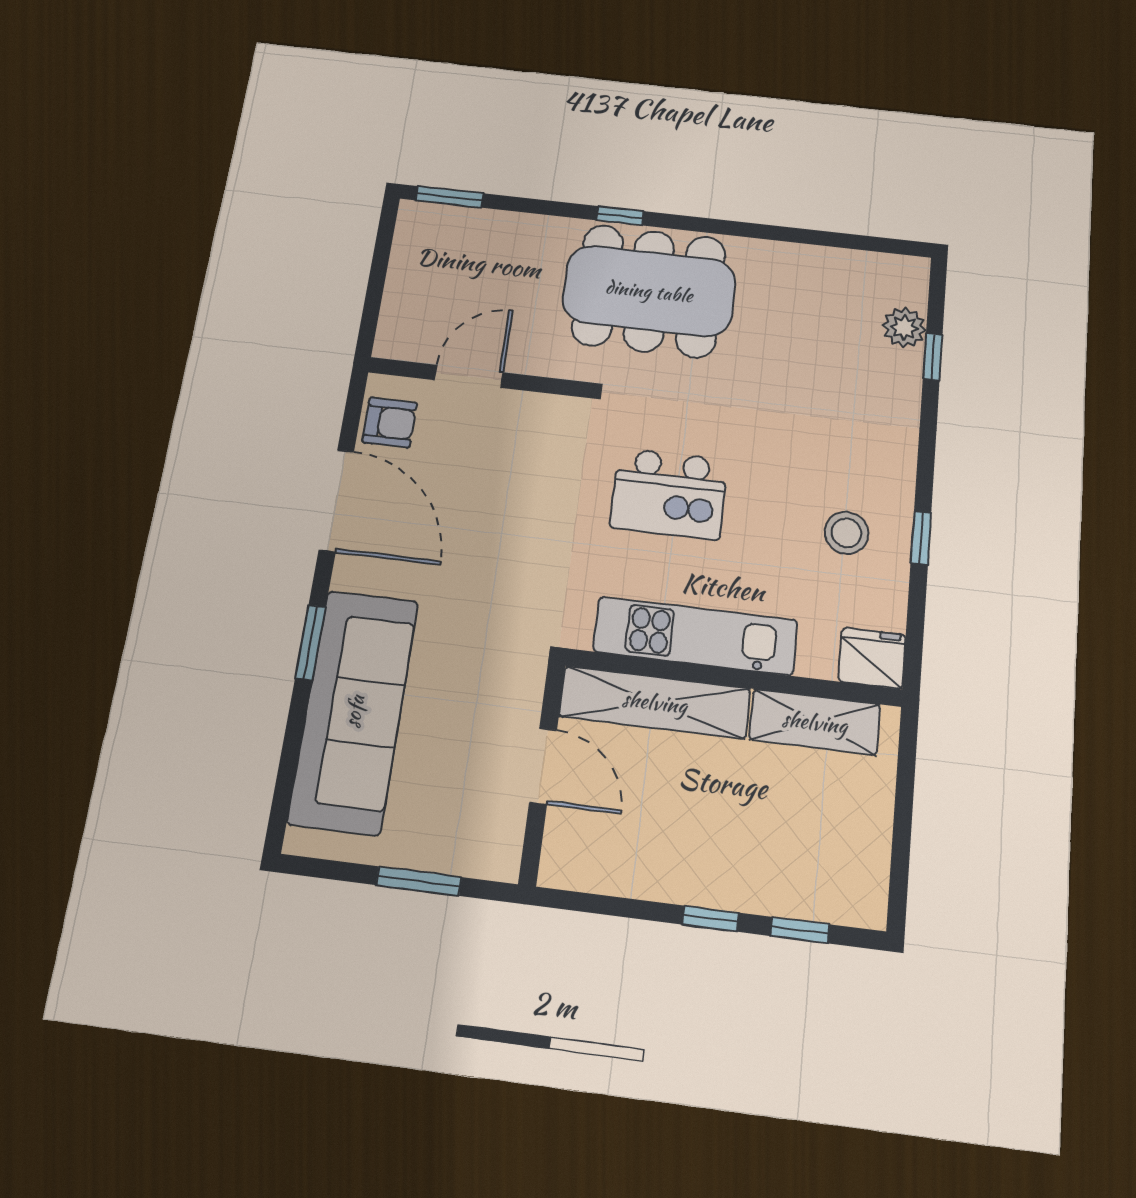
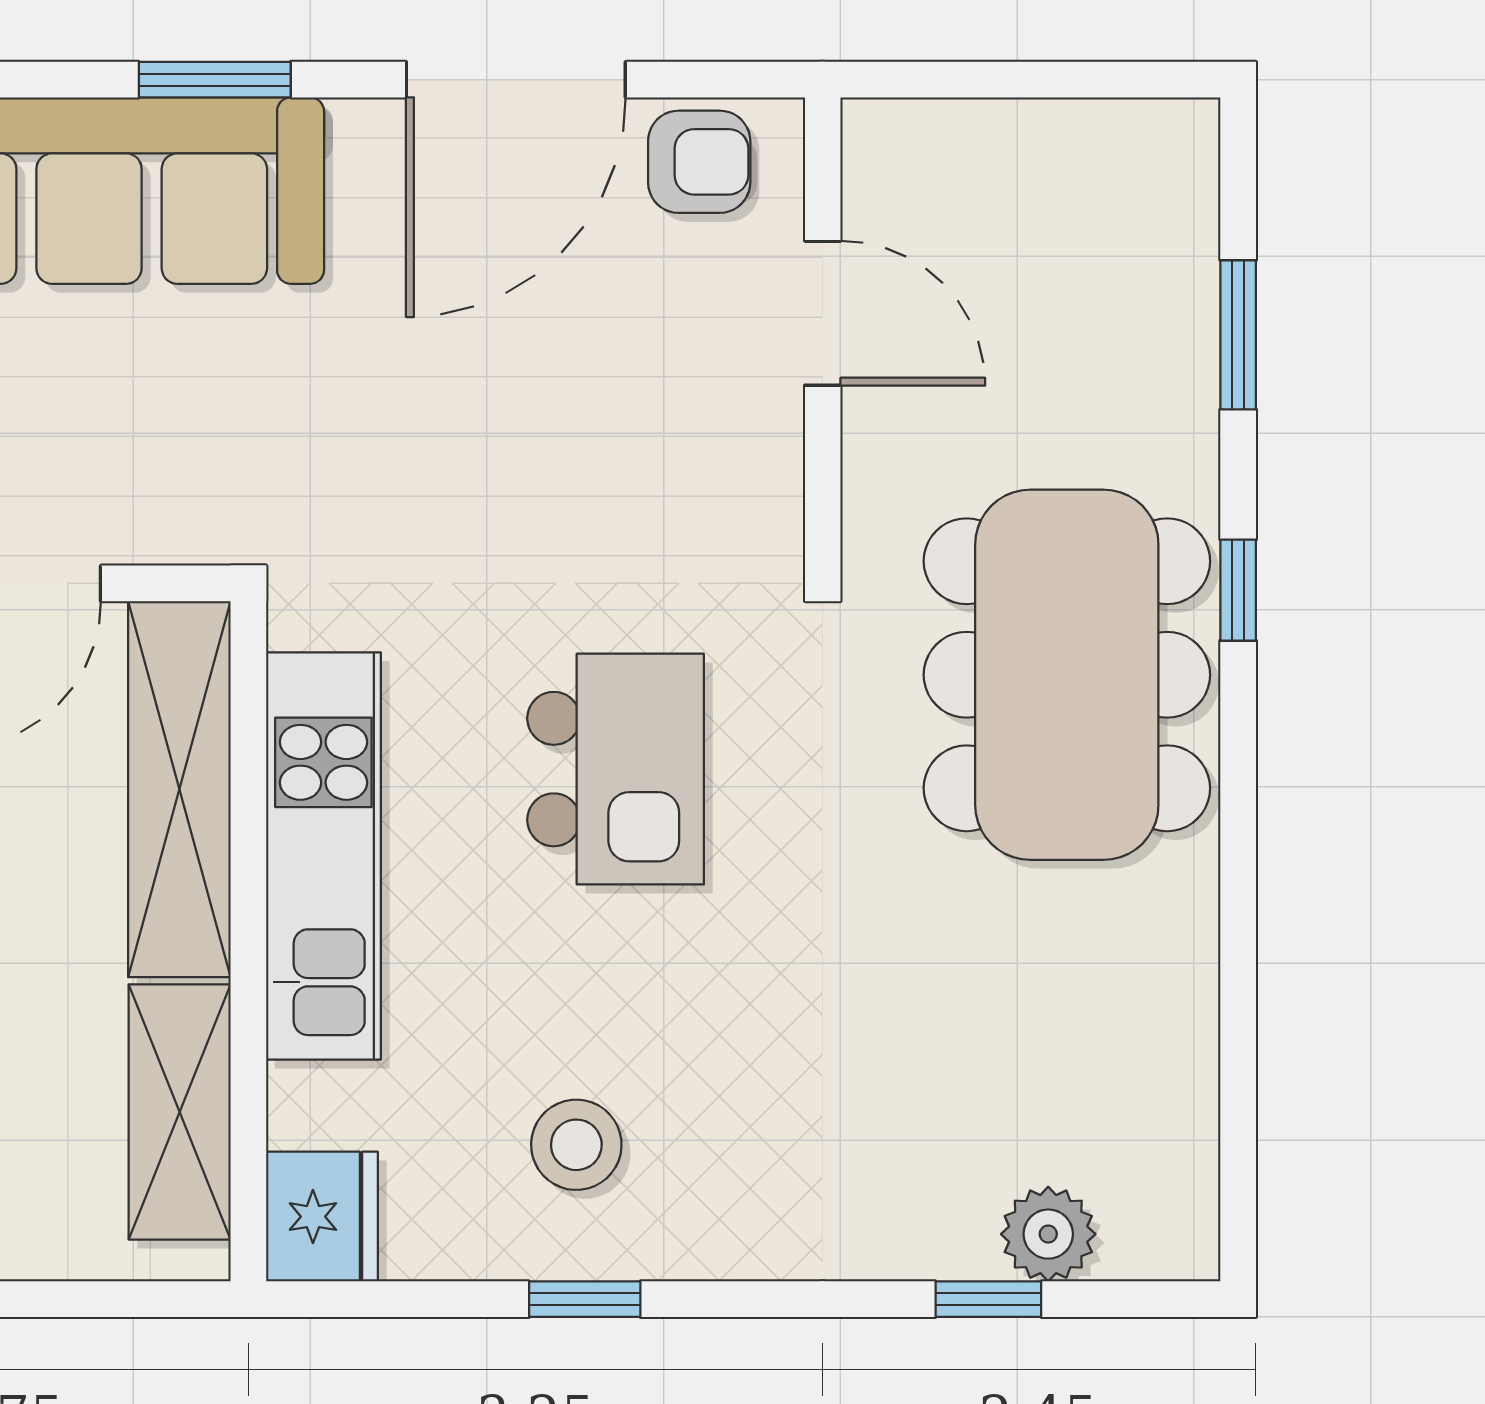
window: (450, 197) -> (1238, 335), moved
armchair: (390, 422) -> (699, 162), turned -90
kitchen island: (669, 494) -> (616, 769), turned 180

